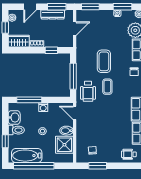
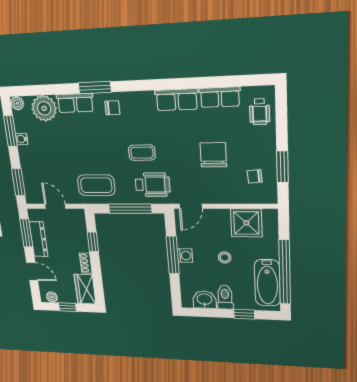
coffee table: (104, 61) -> (96, 185), moved
window: (29, 100) -> (173, 255), moved
chair: (105, 128) -> (213, 155), added
bidet: (66, 131) -> (222, 220), removed

